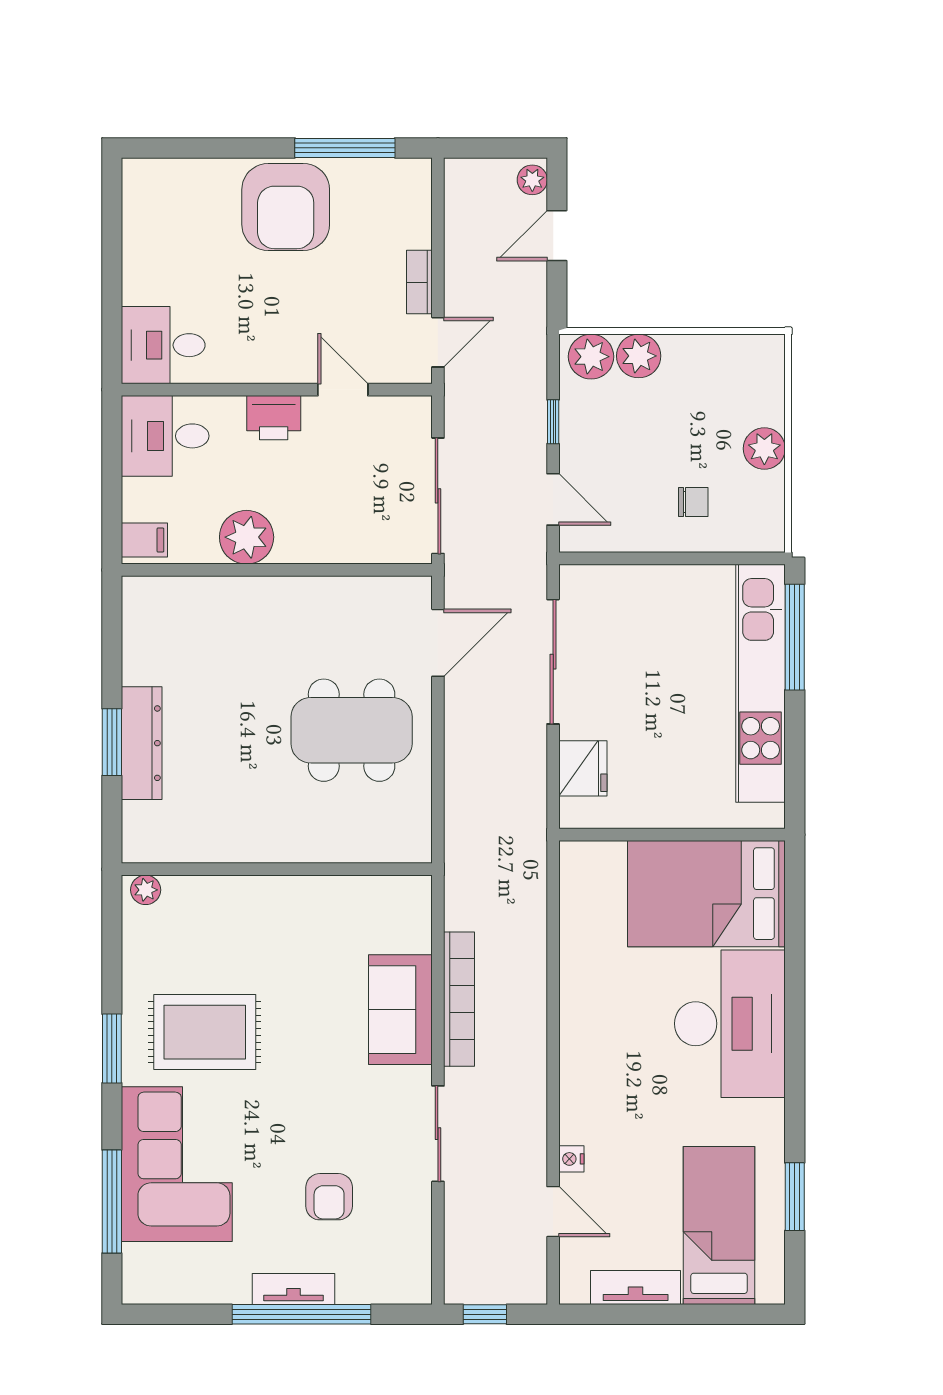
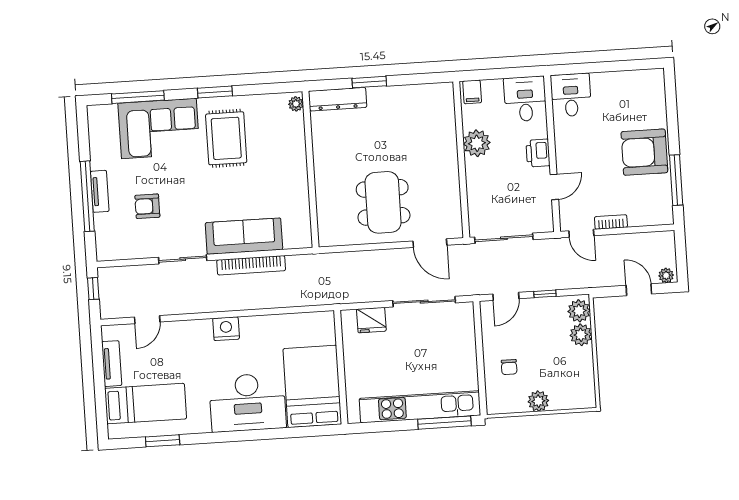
dresser: (142, 743) -> (338, 99), moved
sofa: (400, 1010) -> (244, 236), width x1.36
nightstand: (571, 1159) -> (226, 329), moved, width x1.89, depth x1.79

